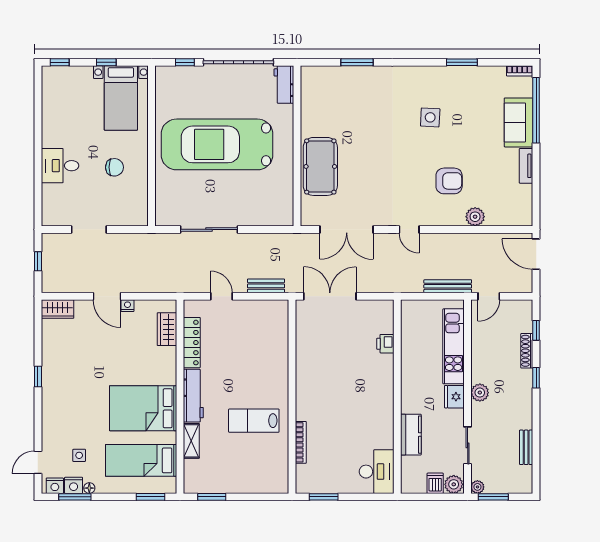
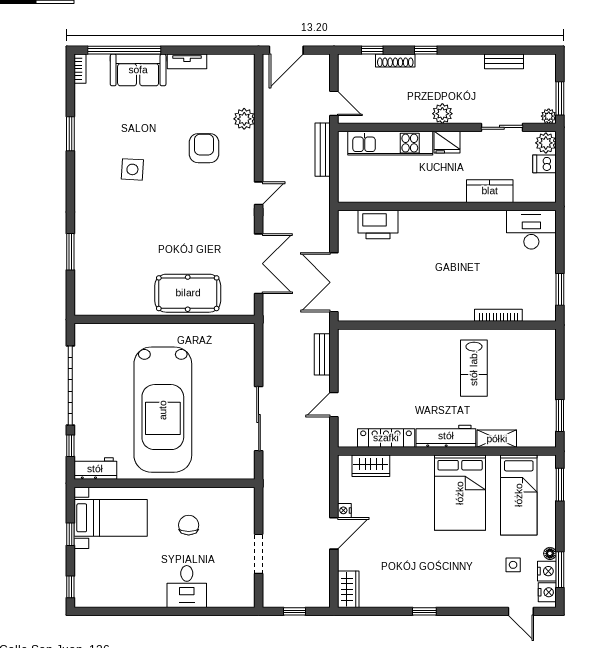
workbench: (284, 84) -> (95, 469), moved, turned 180
printer: (385, 344) -> (378, 225), width x1.87, depth x1.48

